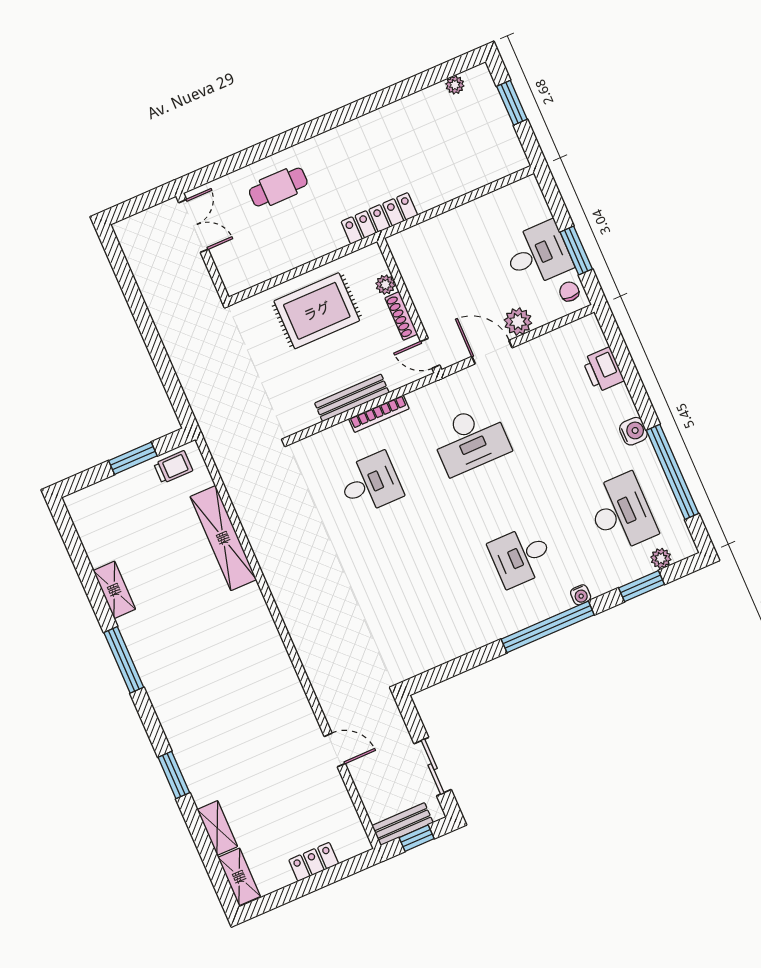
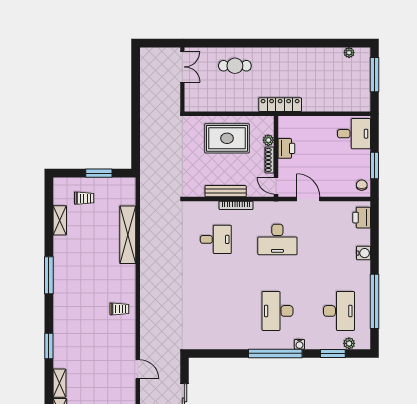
window: (512, 103) -> (375, 75), width x1.44
desk: (538, 254) -> (354, 134), moved
printer: (421, 285) -> (286, 148), added
plant: (518, 322) -> (329, 189), removed
printer: (603, 370) -> (362, 218), moved
water cooler: (633, 431) -> (363, 253), moved
trolley: (173, 467) -> (84, 198), moved
desk: (521, 556) -> (277, 311), width x1.37
shelving: (114, 590) -> (60, 220), moved
trolley: (262, 665) -> (119, 309), added

